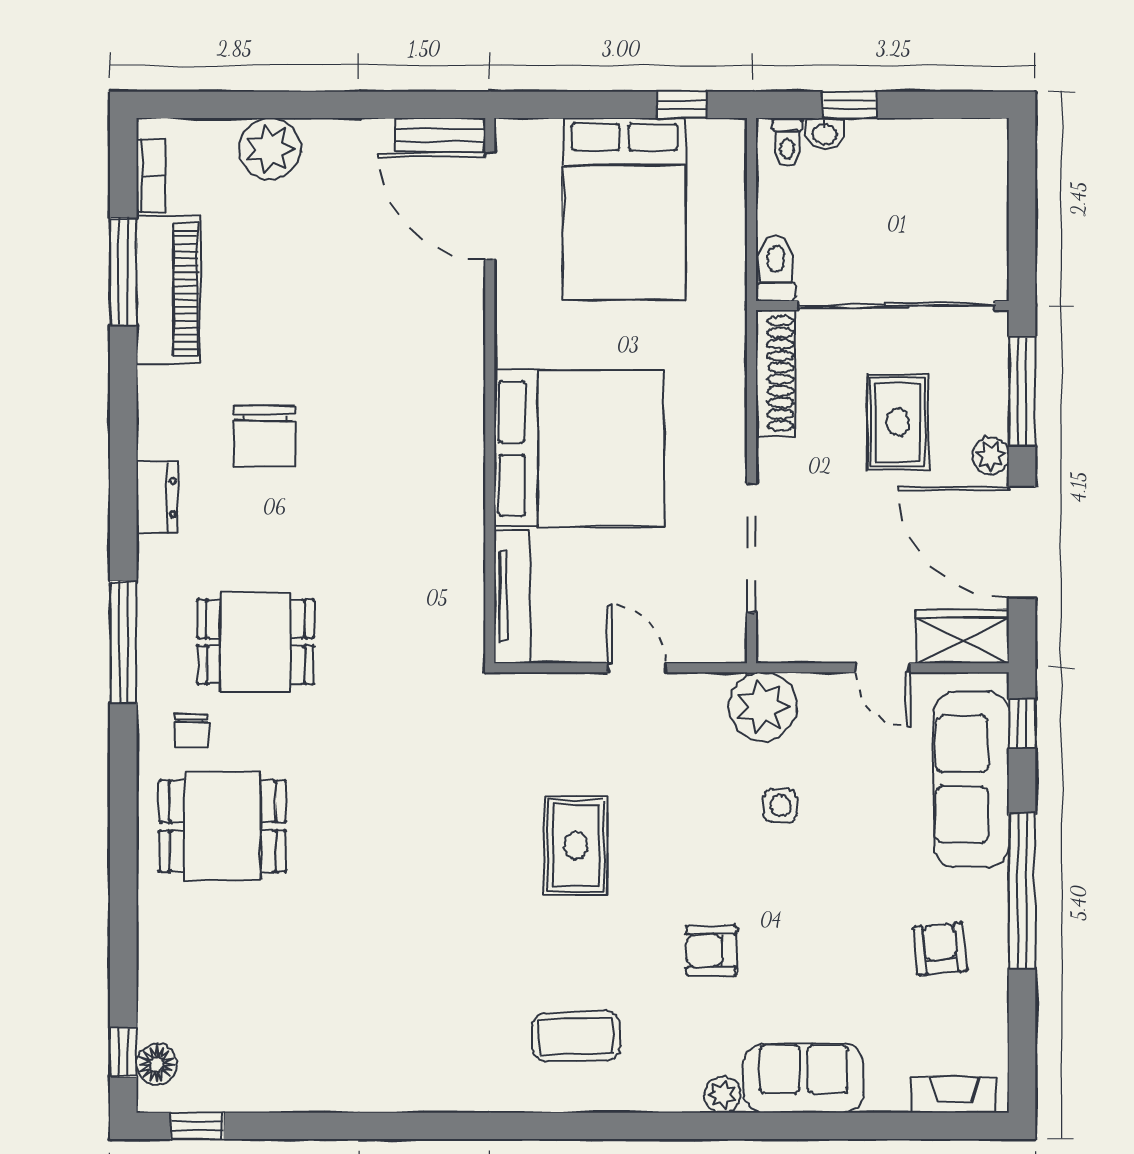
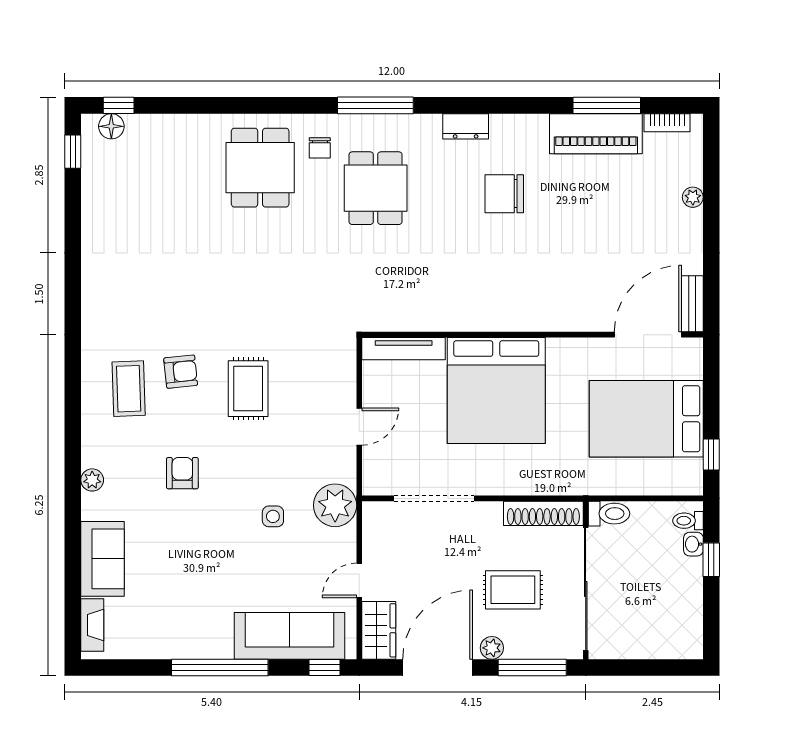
plant: (270, 149) -> (693, 197), width x0.53, depth x0.53
chair: (191, 731) -> (320, 148), turned -90
rug: (576, 845) -> (248, 389), turned 90
armchair: (940, 949) -> (181, 372), moved
sofa: (804, 1078) -> (103, 559), moved

